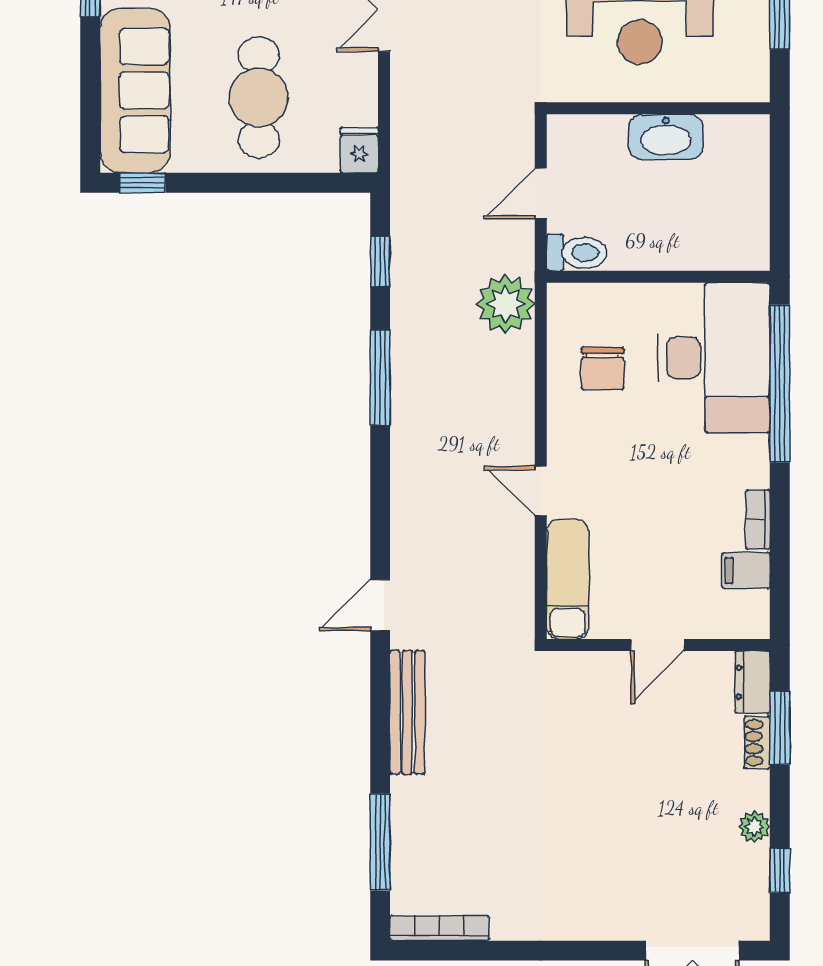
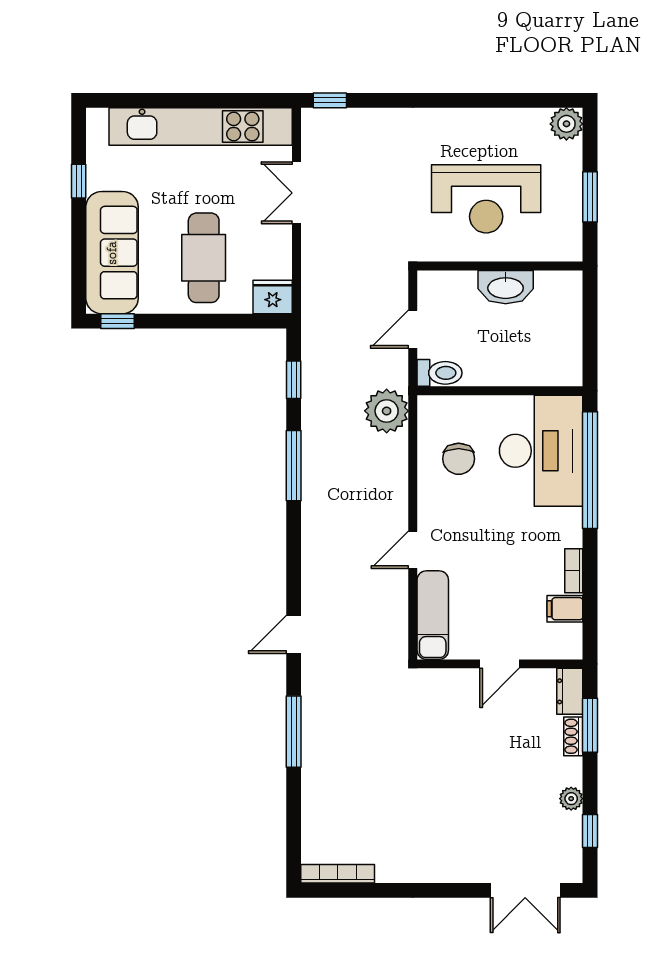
fridge: (359, 150) -> (273, 297), width x1.38
door: (541, 491) -> (413, 550), hinge flipped
bench: (407, 712) -> (314, 714), removed
window: (380, 842) -> (294, 732), moved

